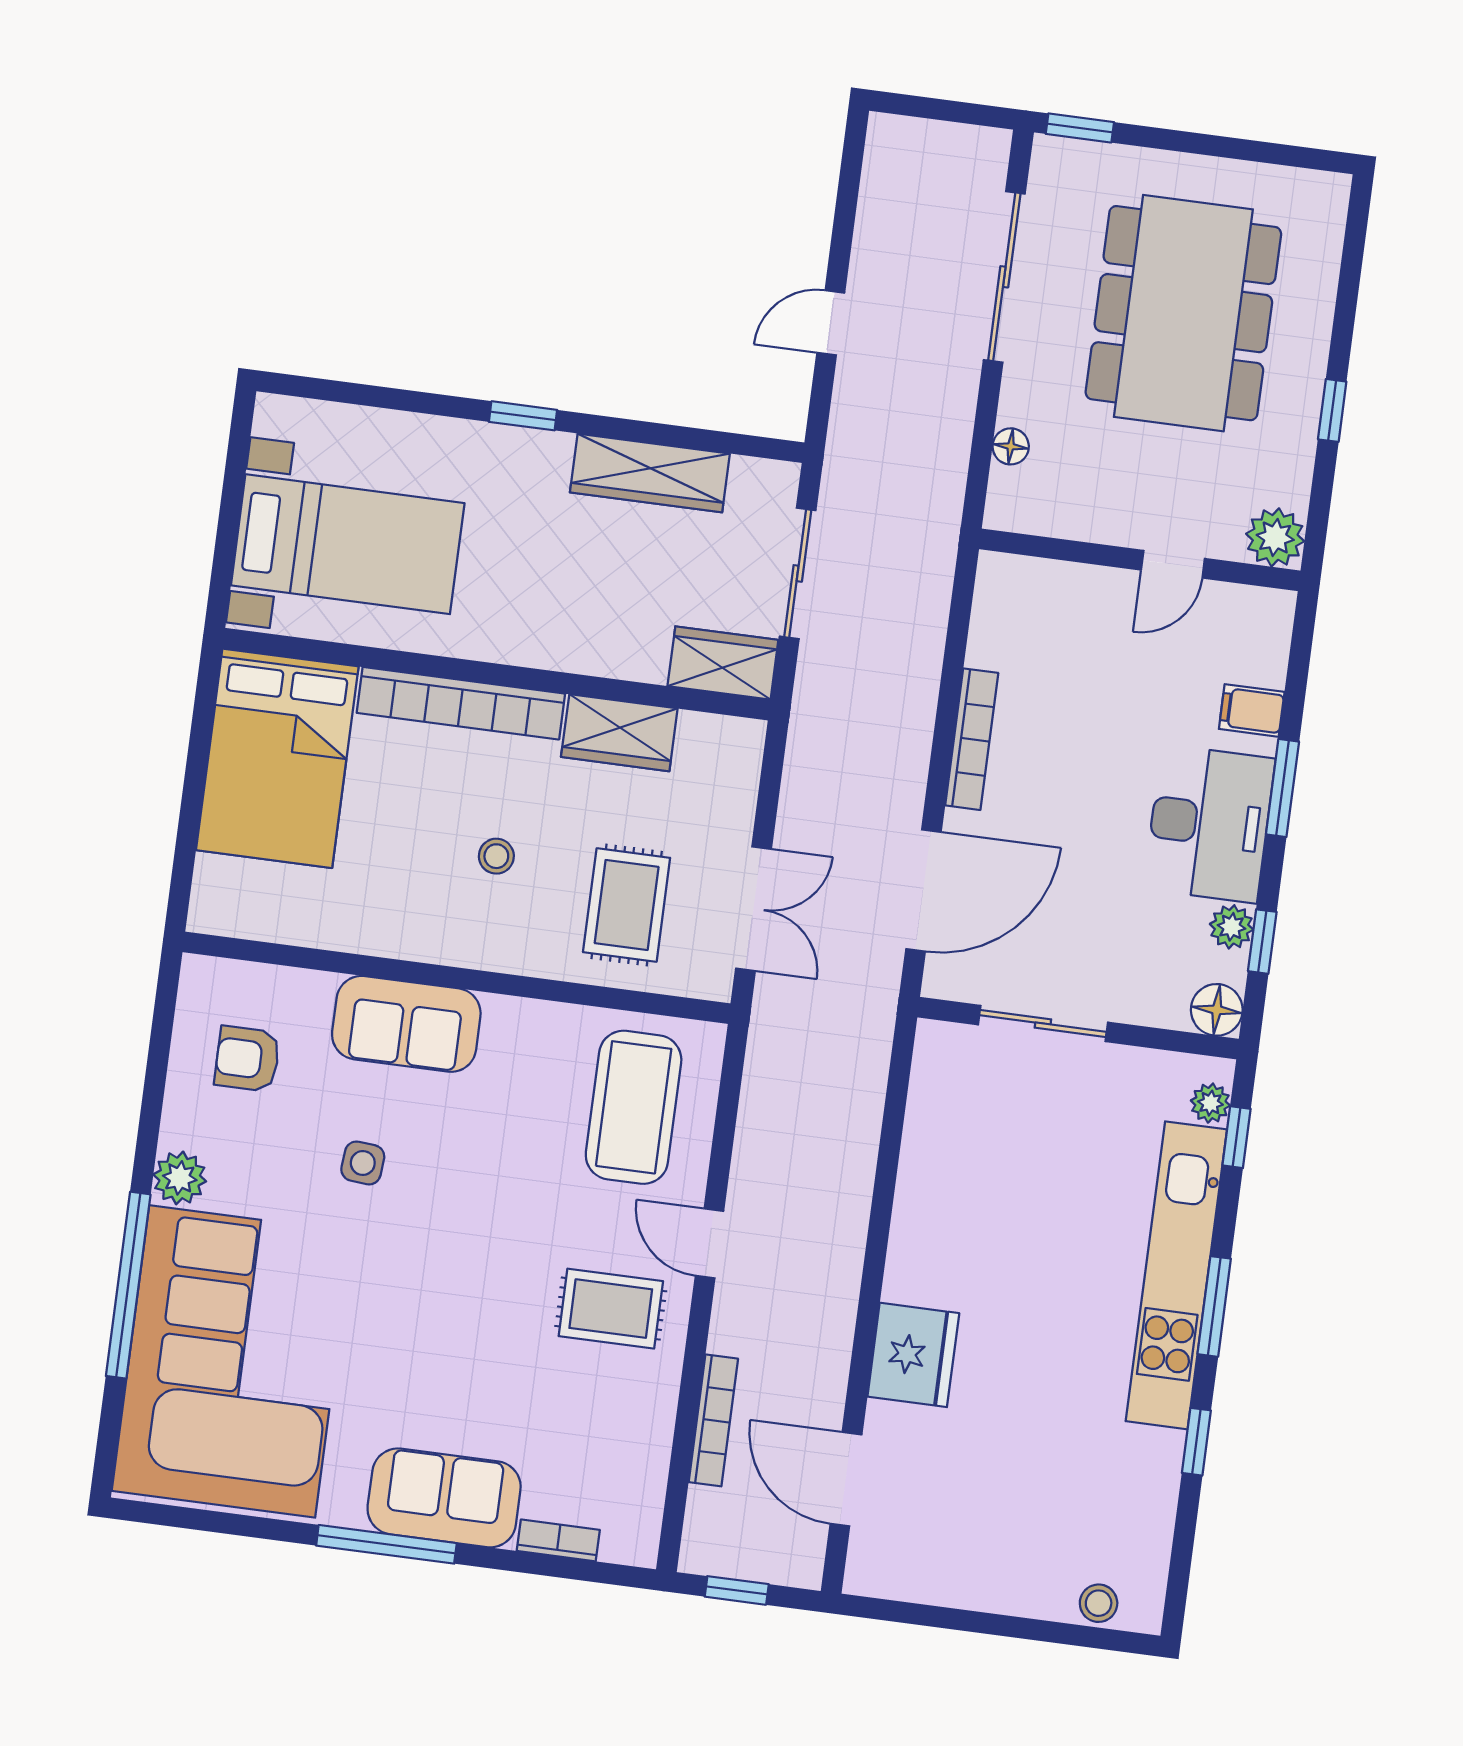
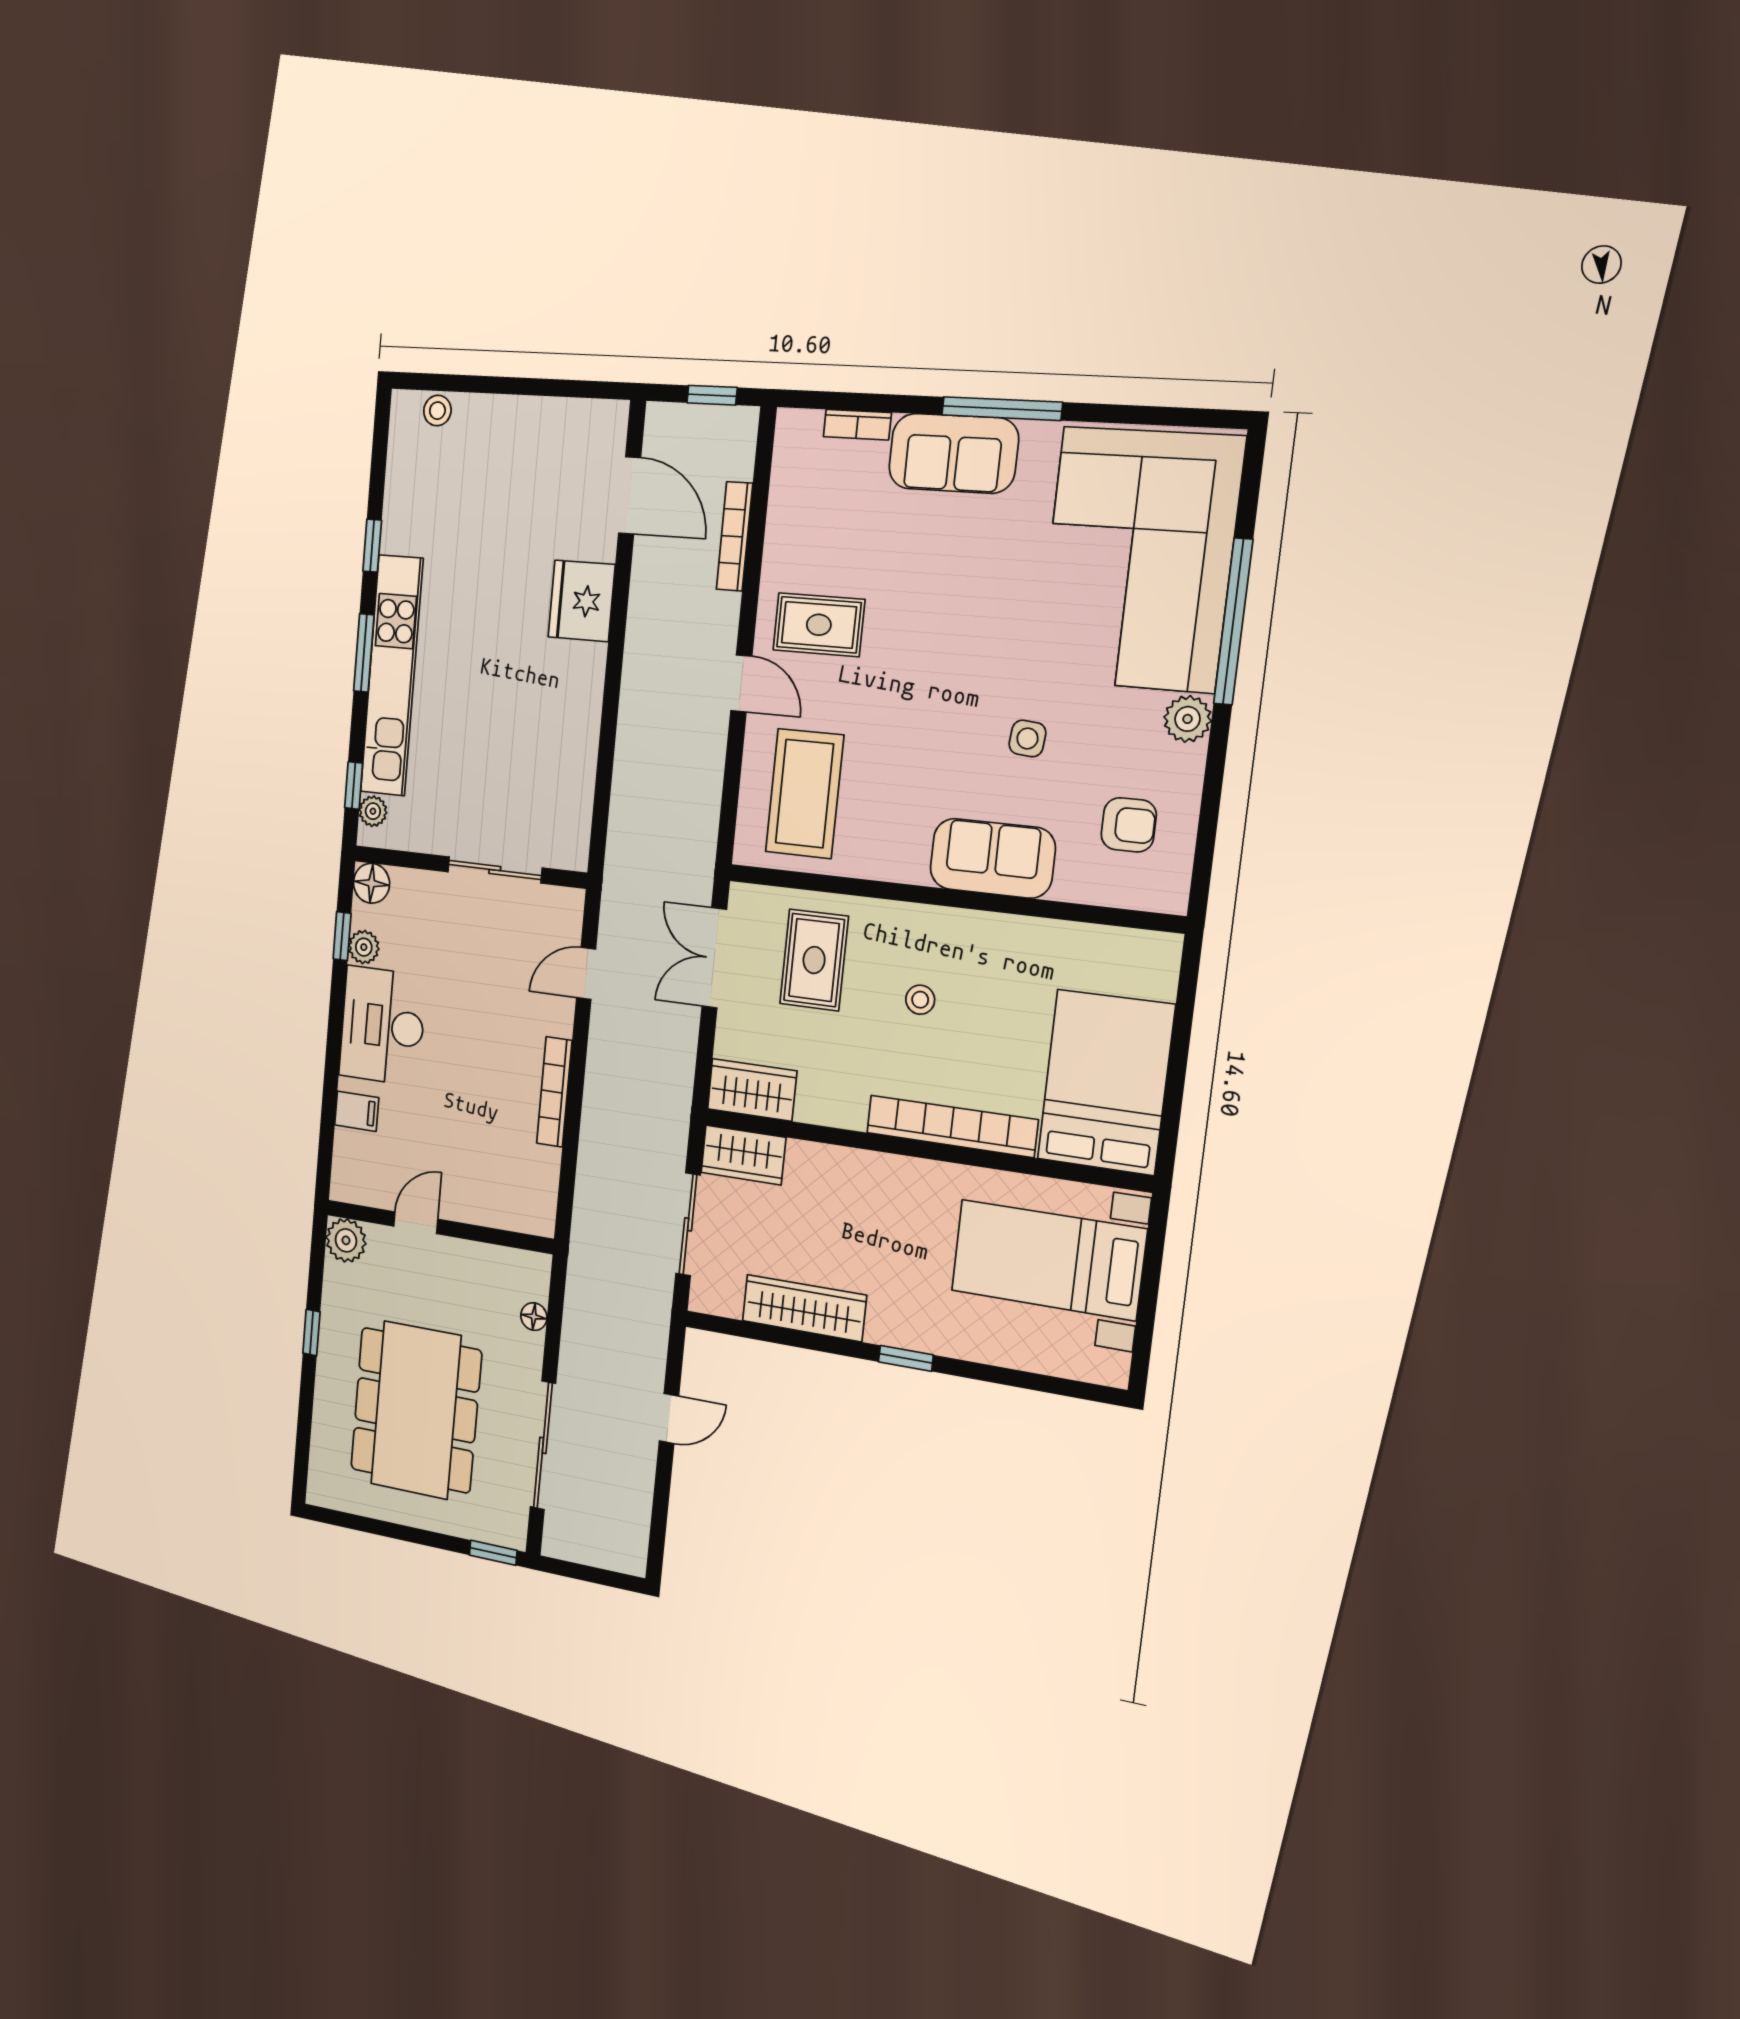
wardrobe: (619, 733) -> (752, 1090), moved
window: (1282, 788) -> (333, 1053), removed
door: (923, 890) -> (586, 973), width x0.53

